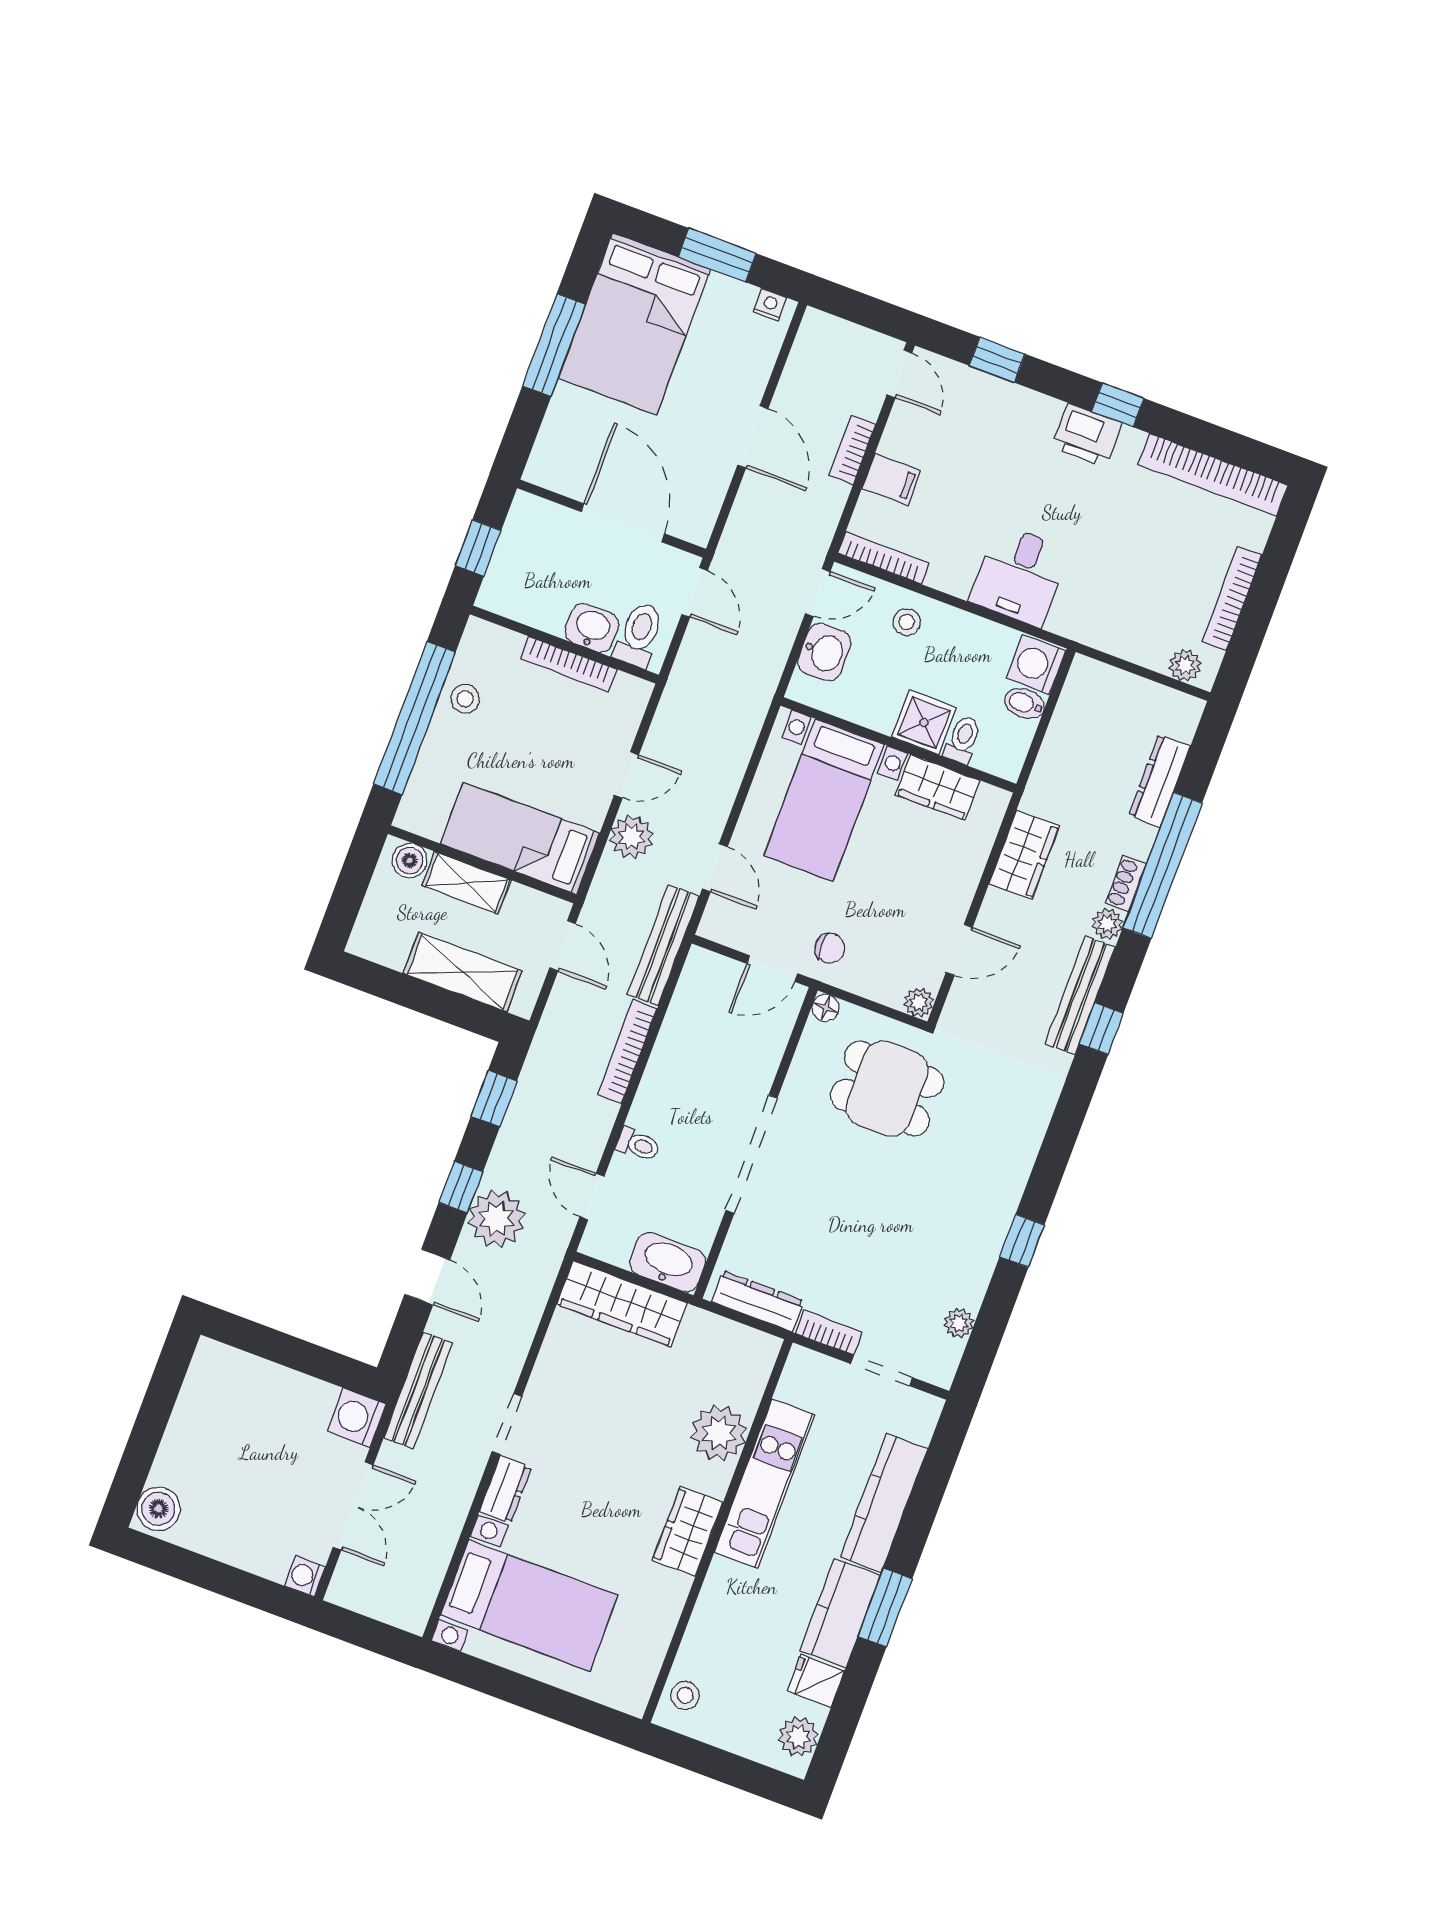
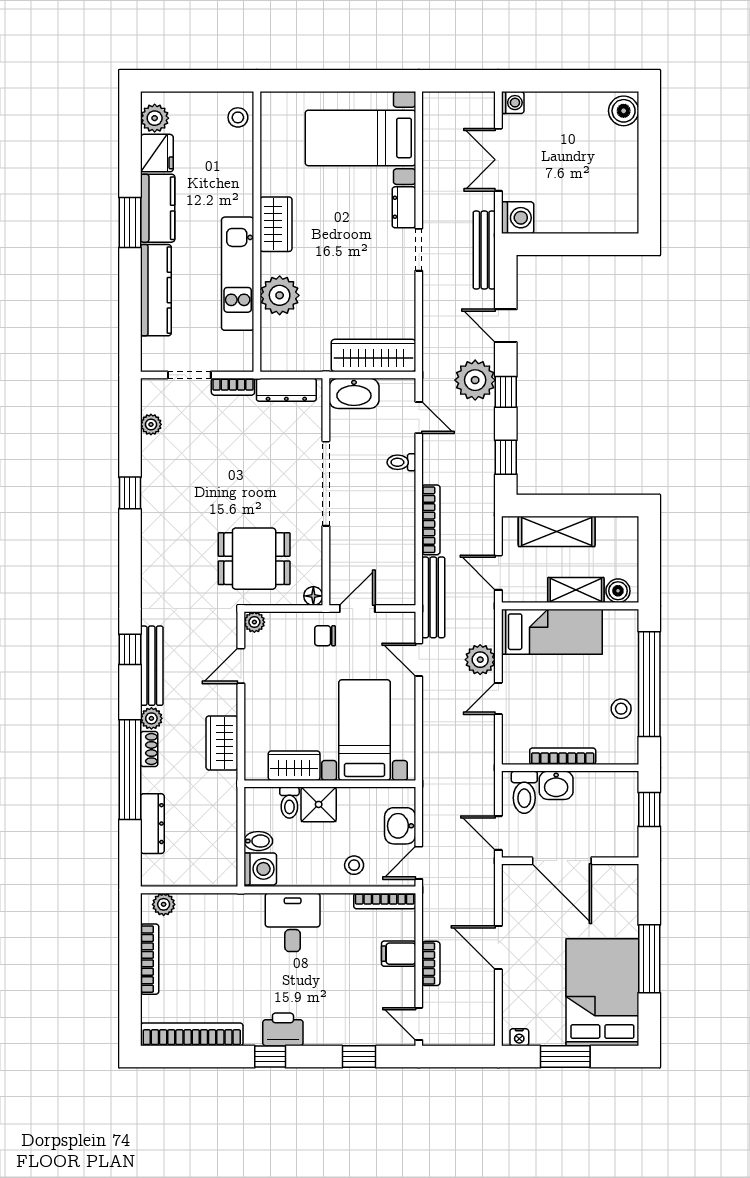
fridge: (816, 1681) -> (157, 153), width x1.38

